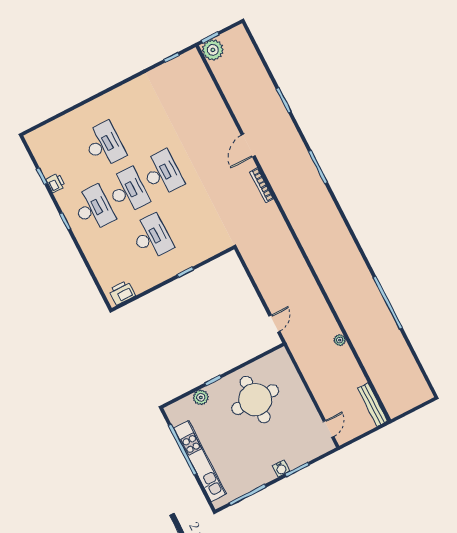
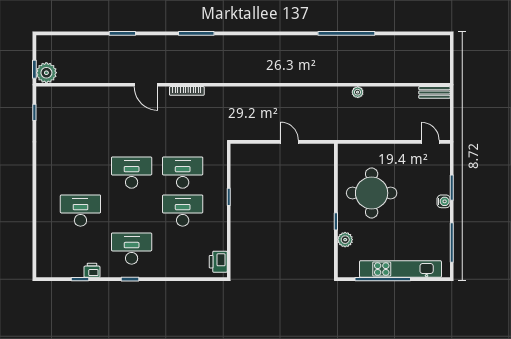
desk: (128, 191) -> (183, 173), moved
door: (274, 324) -> (289, 142), moved
bench: (373, 405) -> (434, 92), width x0.73

